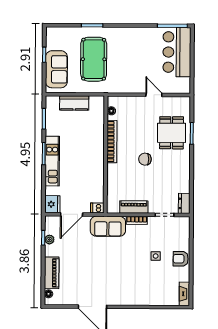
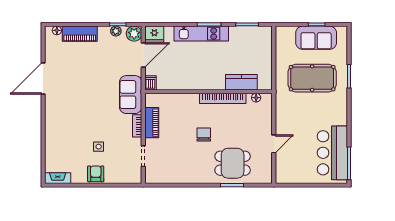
bar counter: (177, 52) -> (332, 153), moved, turned -90
sofa: (56, 69) -> (316, 38), moved
kitchen counter: (74, 103) -> (241, 82), moved, turned 90
dresser: (184, 203) -> (156, 177), removed
door: (72, 214) -> (143, 55), swing flipped
plant: (52, 223) -> (134, 34), added

